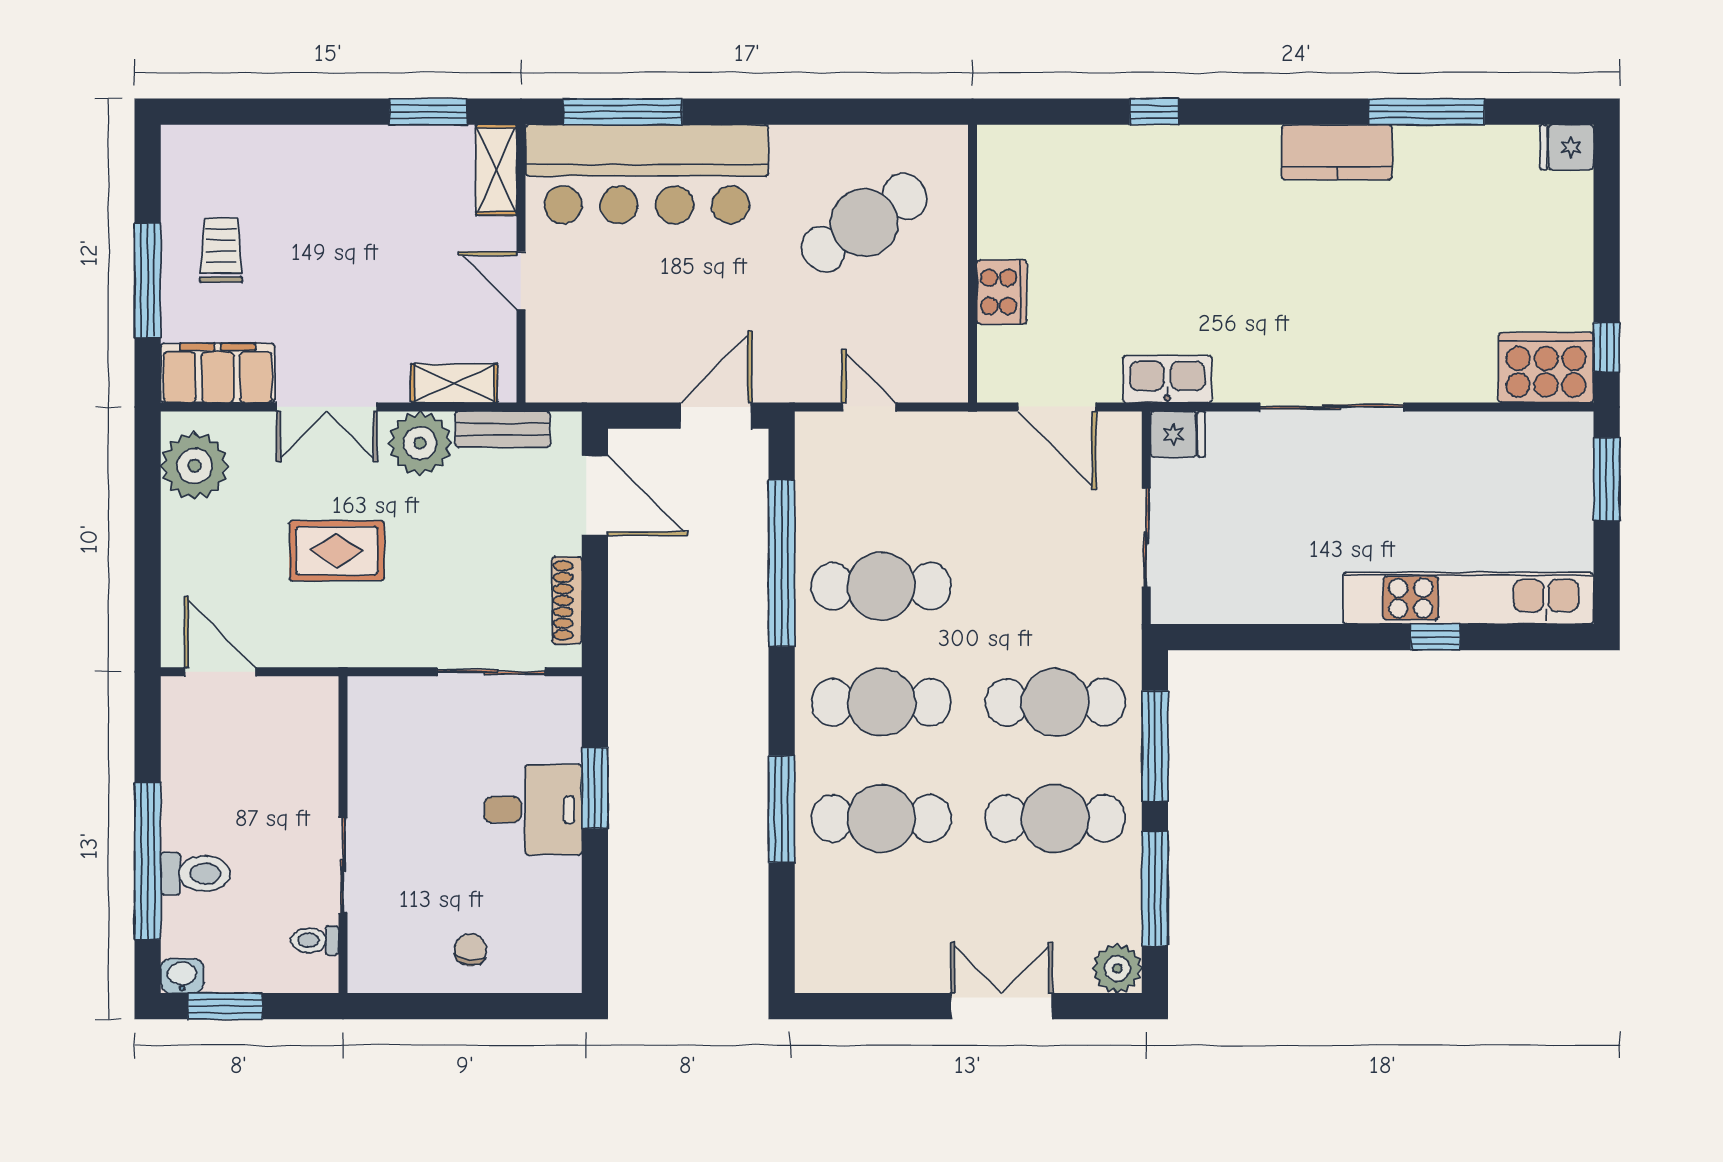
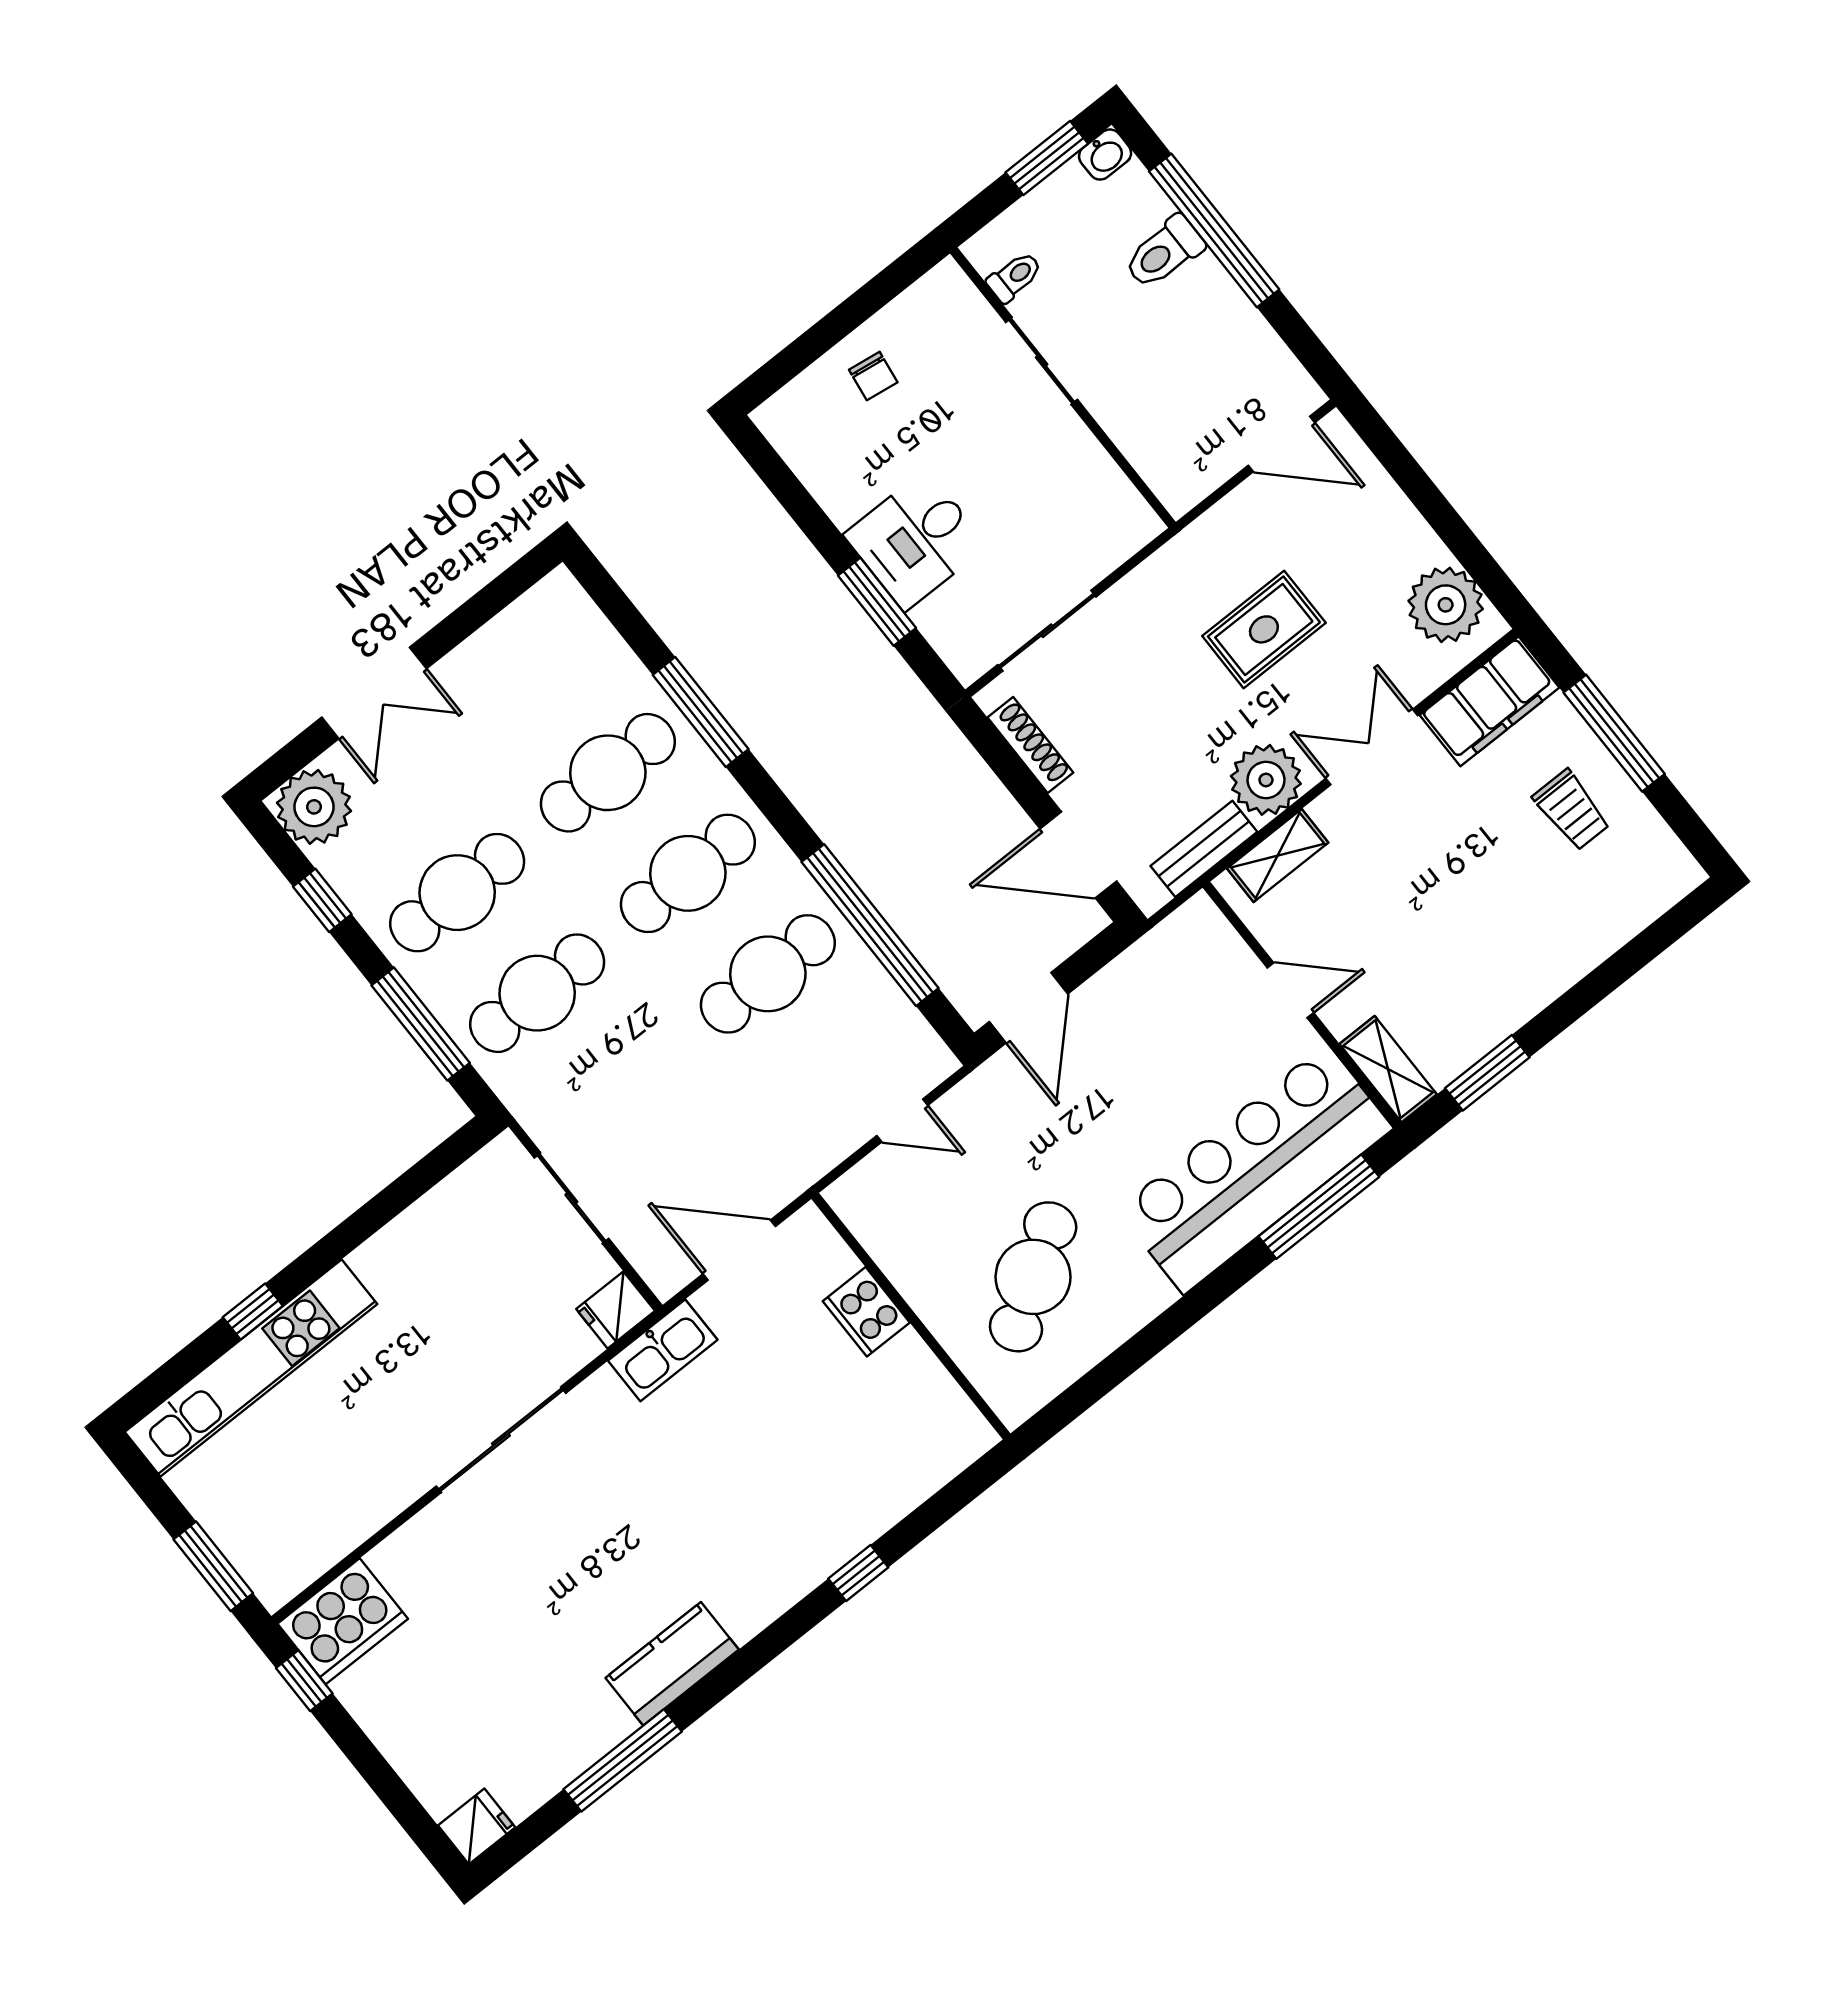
window: (1155, 889) -> (322, 900), width x0.46
plant: (1117, 968) -> (314, 807), width x1.36, depth x1.36

